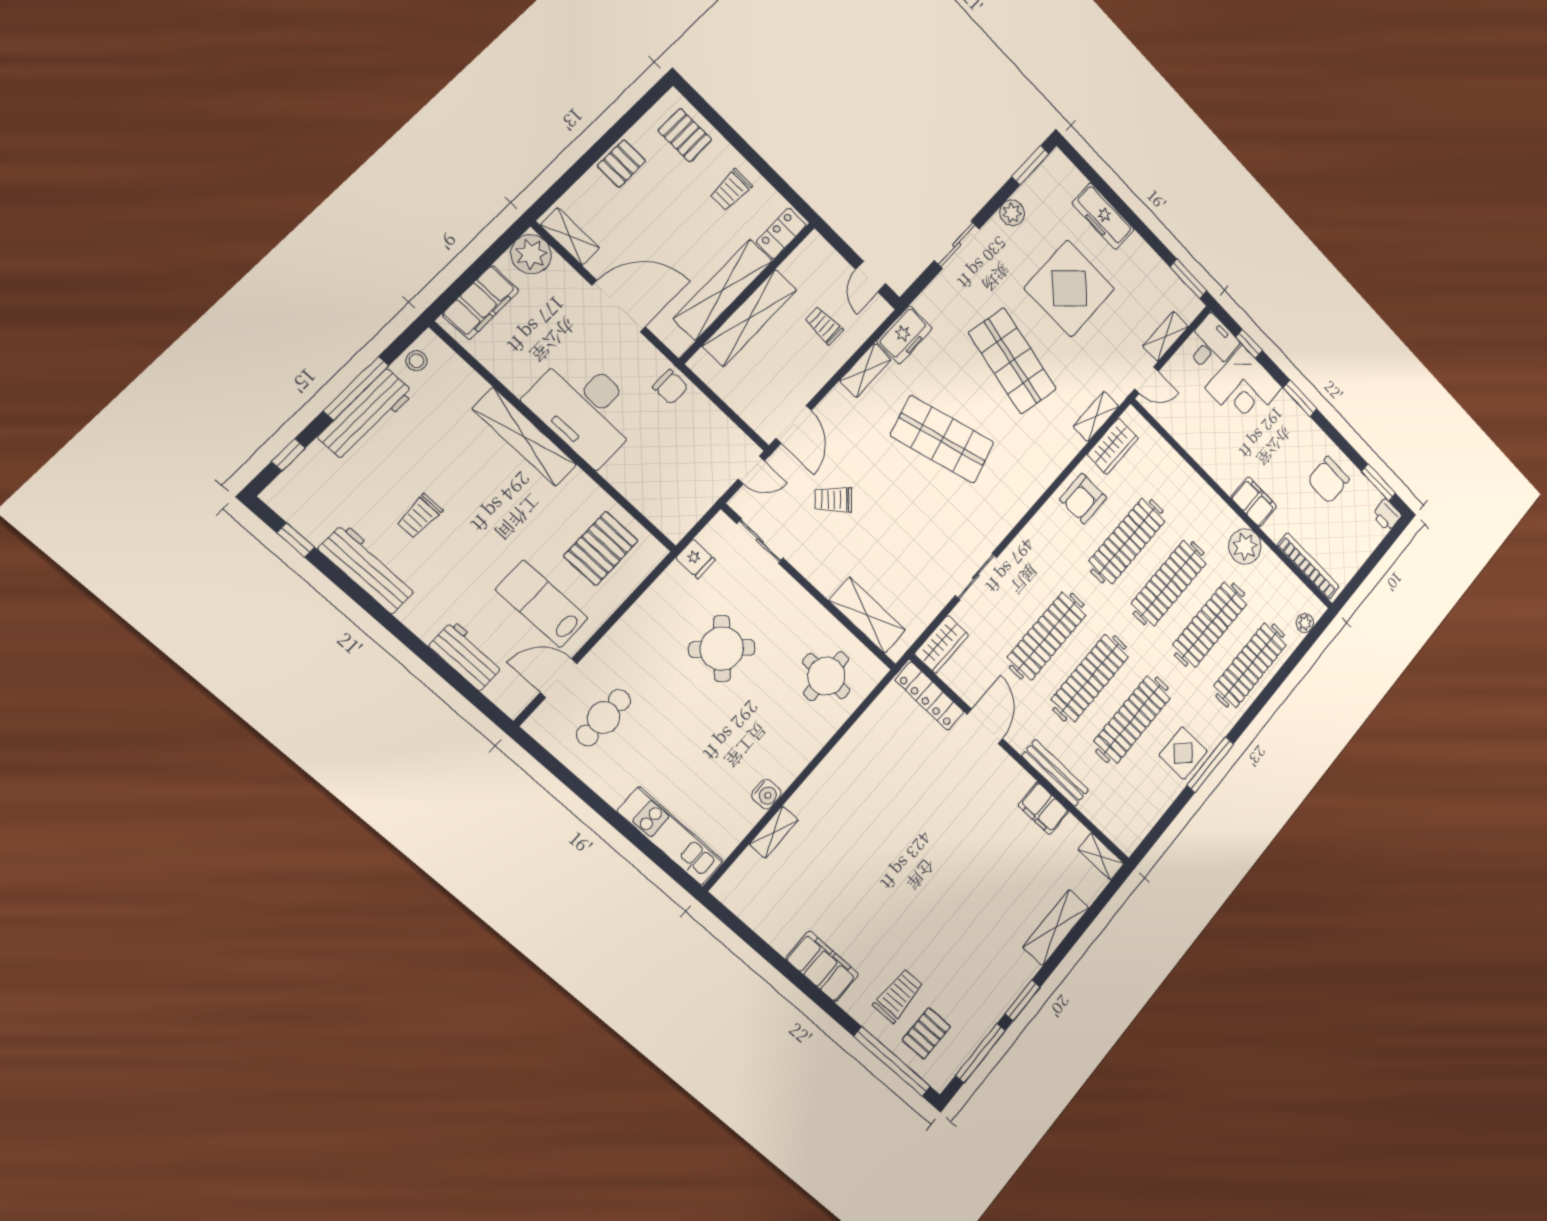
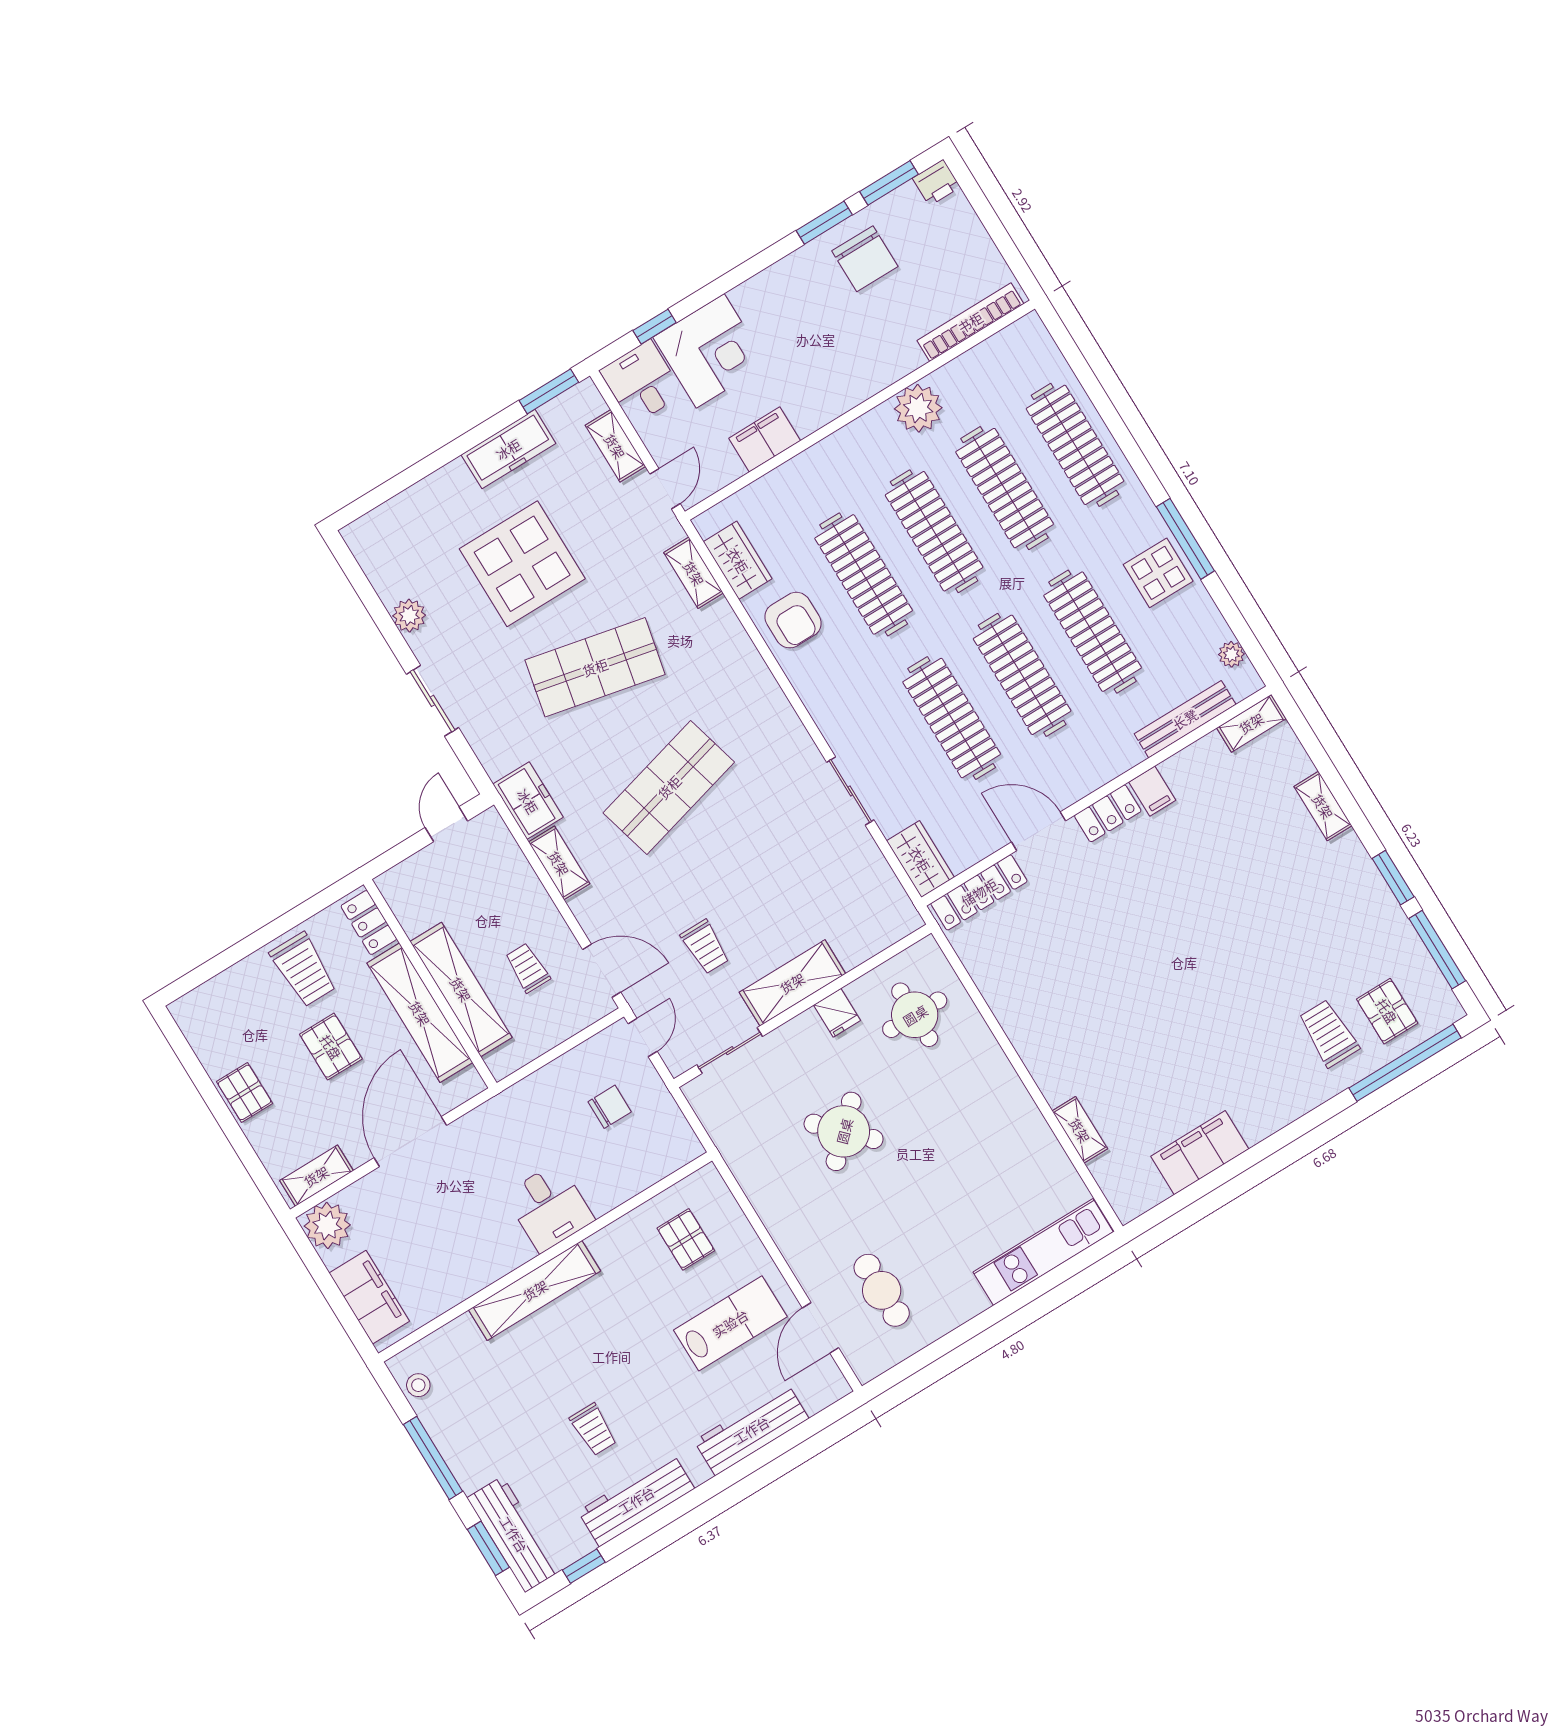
pallet: (685, 135) -> (331, 1047), moved, turned 90
window: (1030, 165) -> (354, 573), removed
trolley: (731, 190) -> (303, 969), width x1.36, depth x1.39
freezer: (1103, 216) -> (508, 449), moved
door: (871, 277) -> (446, 824), swing flipped
trolley: (824, 325) -> (528, 968), moved, turned 90
chair: (670, 387) -> (610, 1107), moved
window: (1300, 398) -> (824, 223), moved
desk: (585, 408) -> (549, 1207), width x0.53, depth x0.77
workbench: (366, 415) -> (514, 1534), moved
window: (288, 455) -> (488, 1548), width x1.50
trolley: (833, 500) -> (705, 947), turned -48
filing cabinet: (1254, 502) -> (765, 439), moved
pallet: (601, 548) -> (686, 1239), width x0.67, depth x0.71
fridge: (696, 559) -> (837, 1013), moved, turned 90
lab bench: (542, 604) -> (730, 1323), turned 180
shelving: (867, 615) -> (792, 983), moved
plant: (1305, 623) -> (1231, 654), moved
workbench: (466, 656) -> (751, 1430), width x1.38
locker: (1011, 773) -> (1108, 813), added
bench: (1055, 773) -> (1185, 719), moved
water cooler: (766, 794) -> (1032, 1126), removed
filing cabinet: (1043, 808) -> (1152, 791), width x0.50
shelving: (1056, 927) -> (1323, 806), width x0.67, depth x0.75
filing cabinet: (822, 967) -> (1200, 1153), moved

